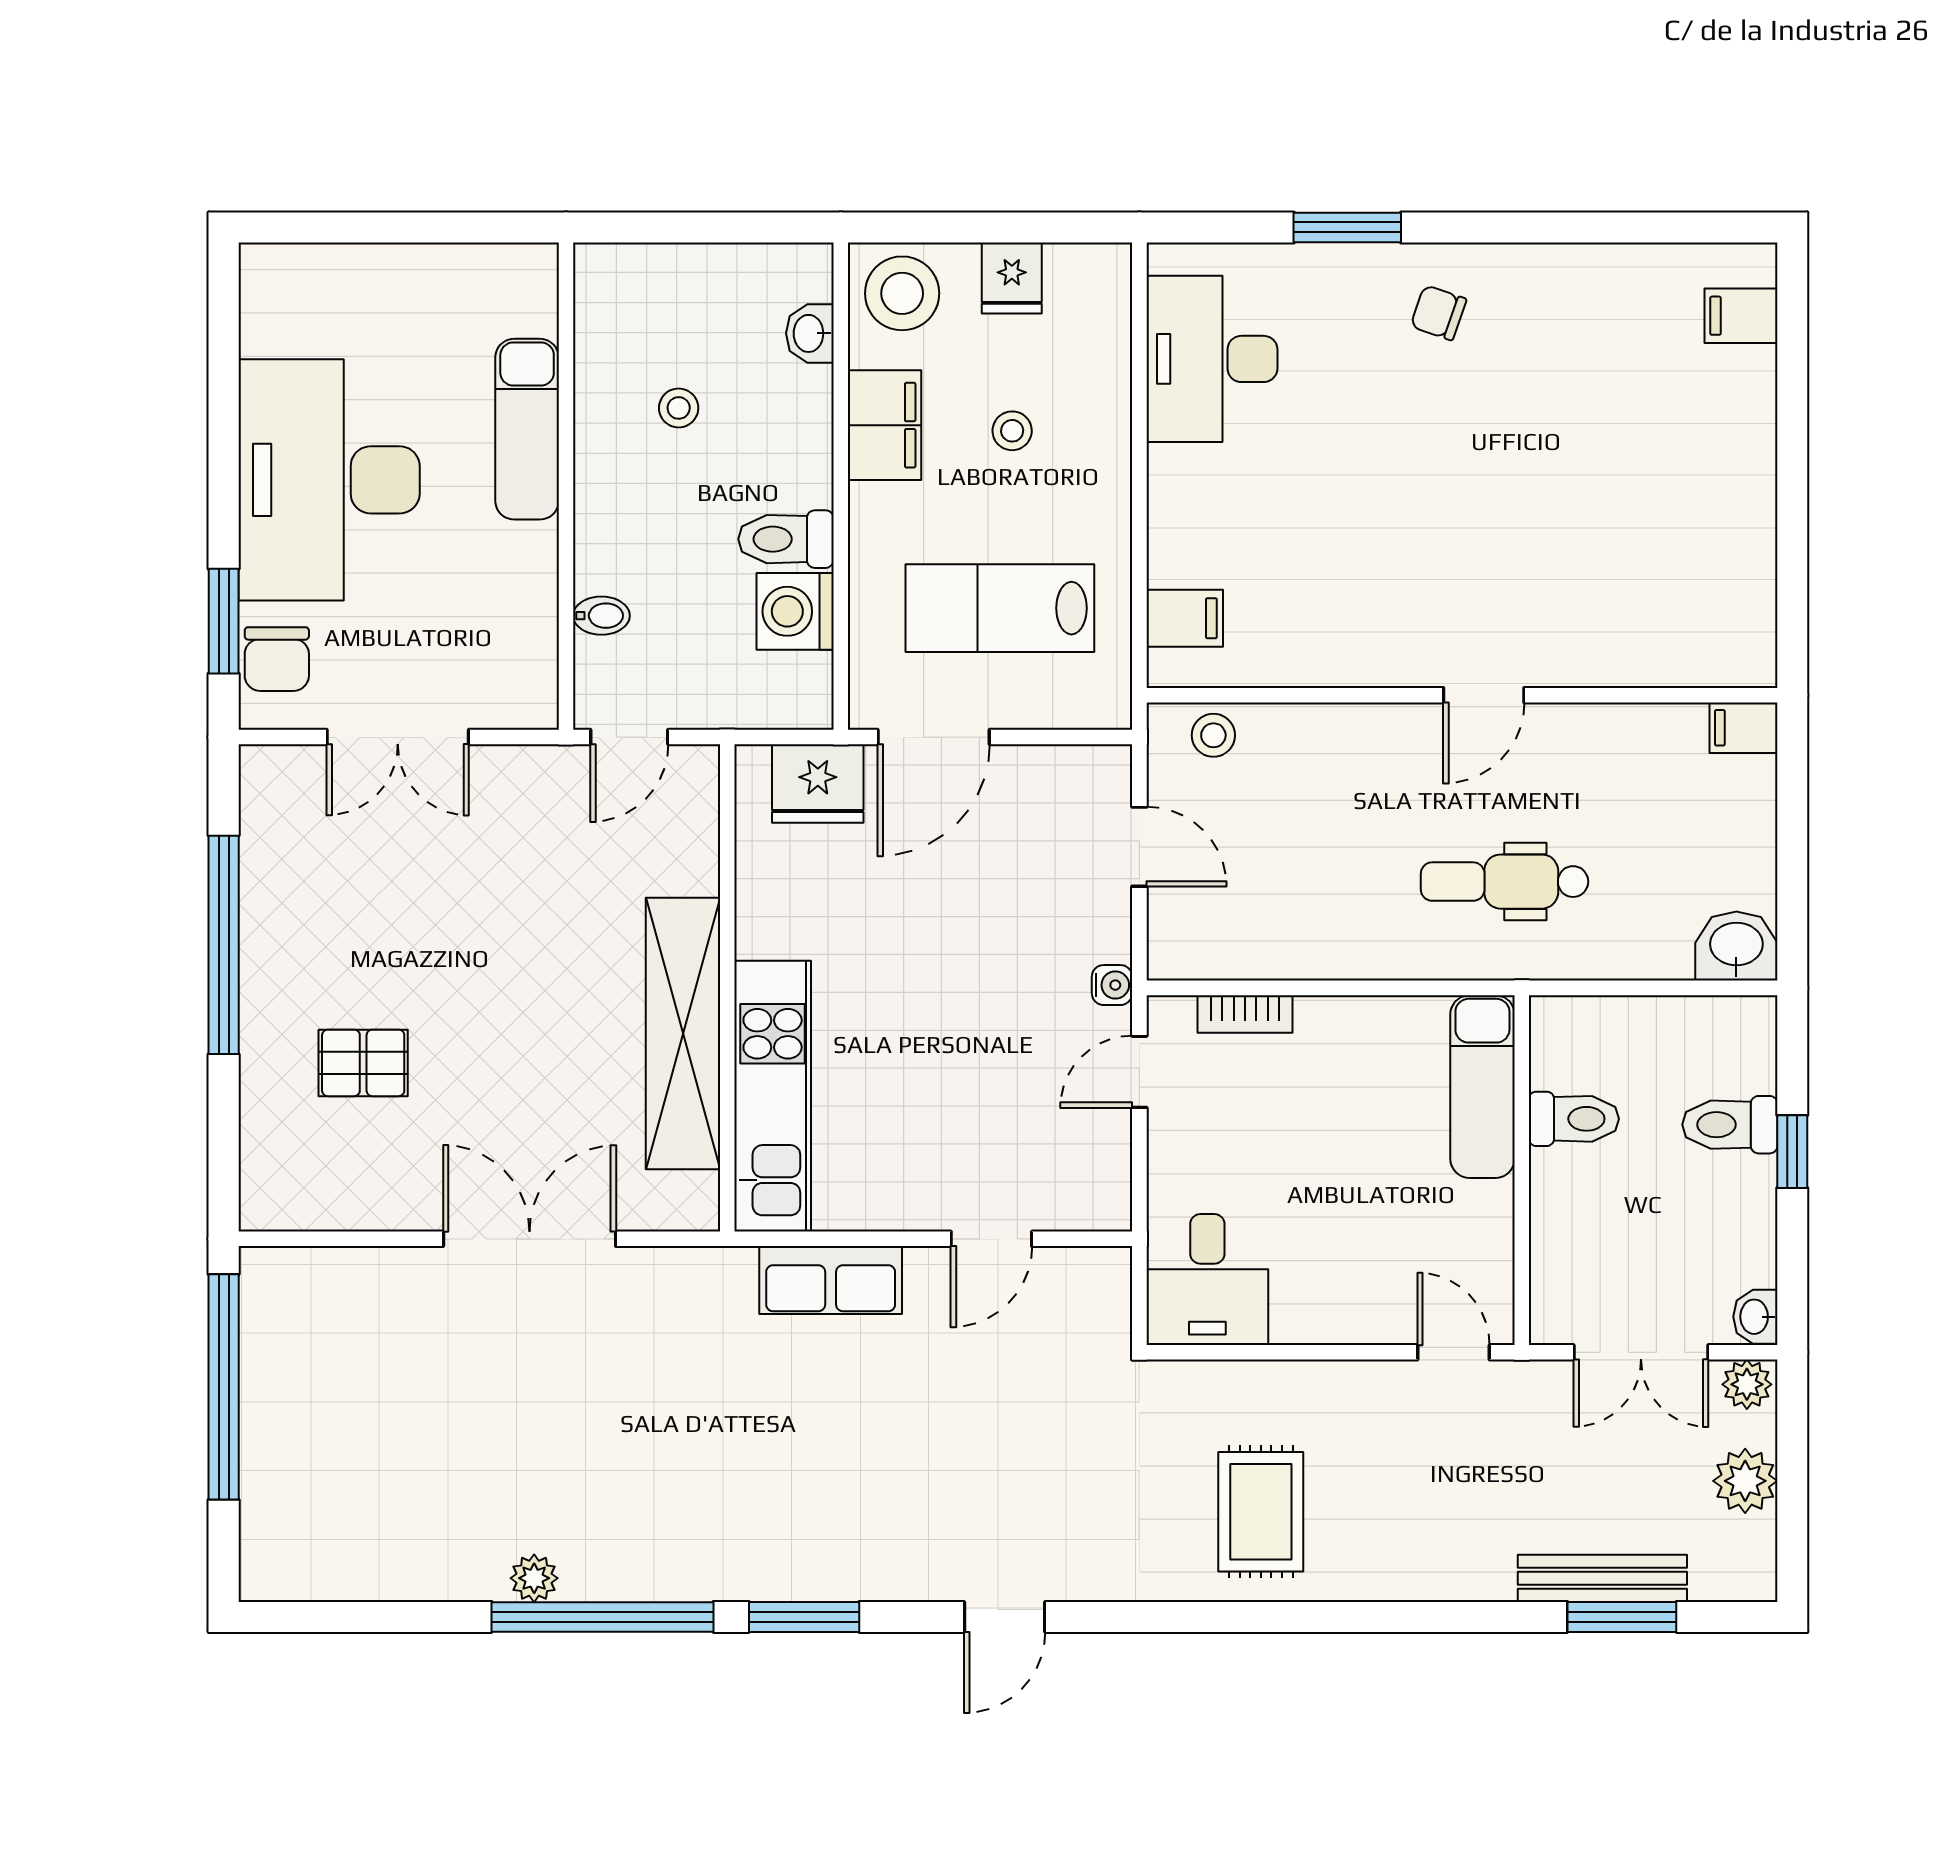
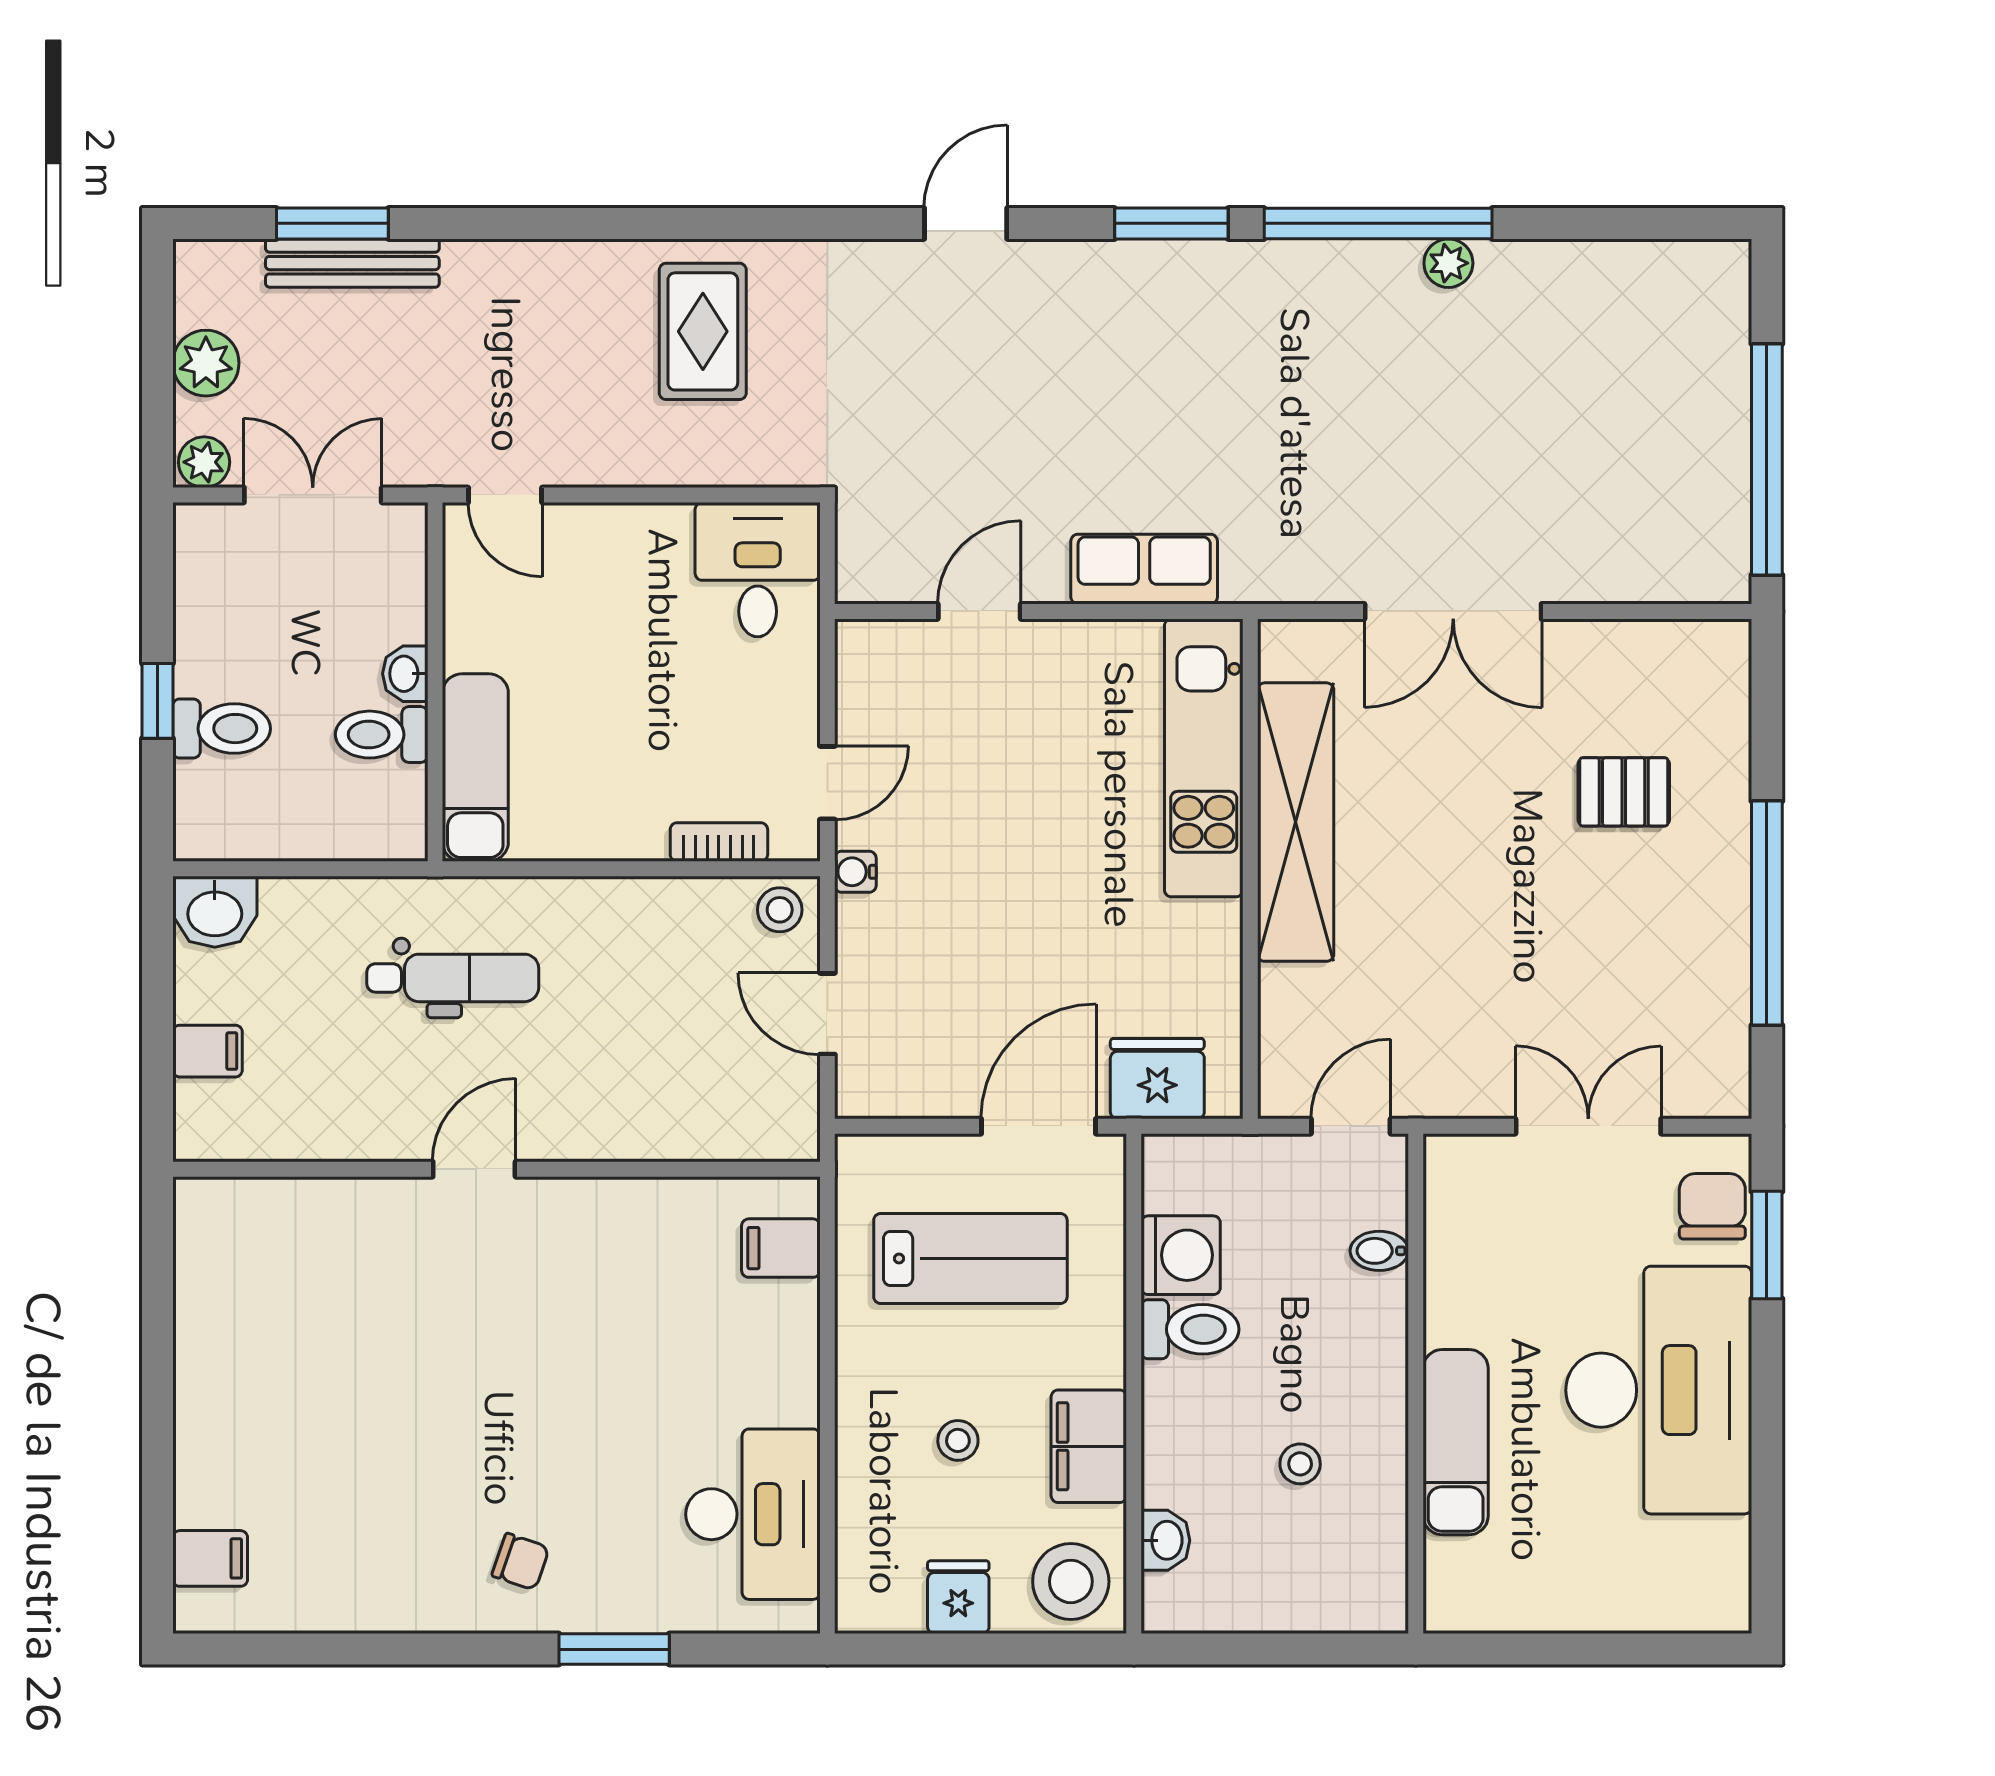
filing cabinet: (1744, 728) -> (208, 1051), moved
stool: (1213, 735) -> (780, 910), moved
washbasin: (1755, 1317) -> (405, 674), moved, turned 180

